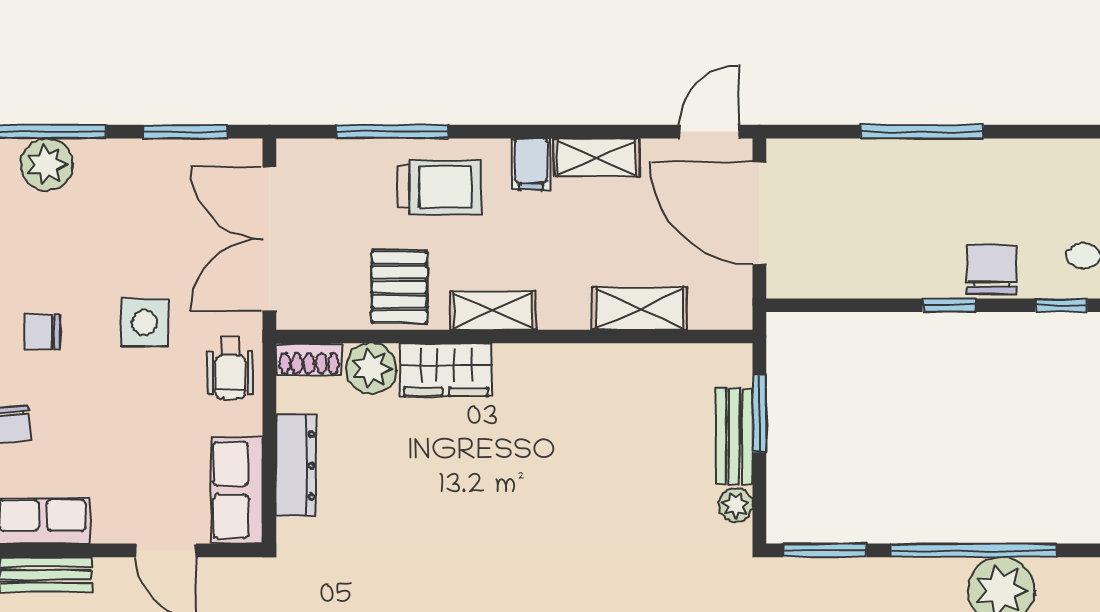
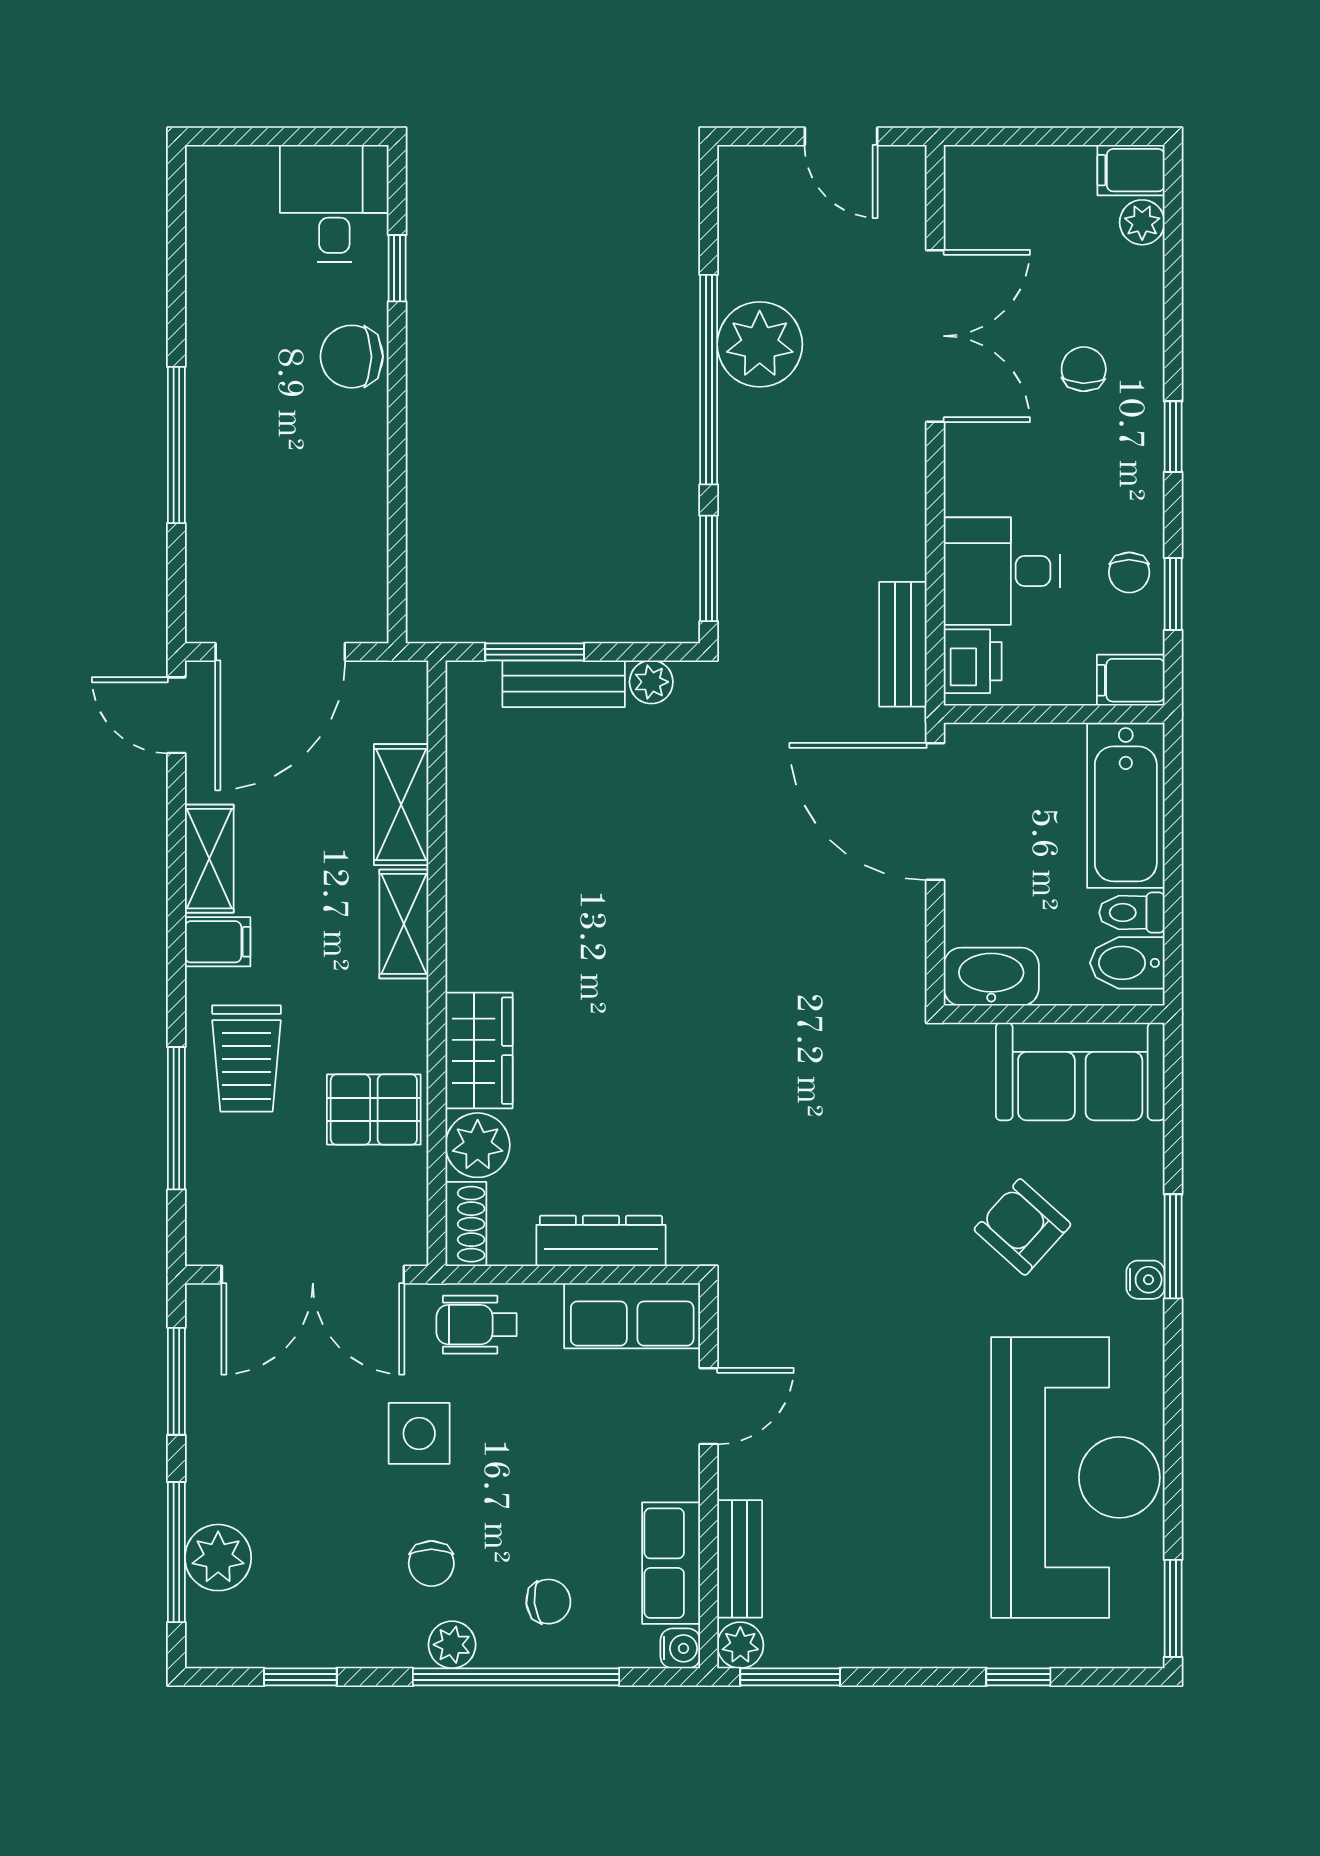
trolley: (439, 187) -> (246, 1058), turned 180
window: (949, 305) -> (397, 410), removed
shelving: (493, 311) -> (404, 924), moved
wheelchair: (230, 368) -> (477, 1325), turned 180

